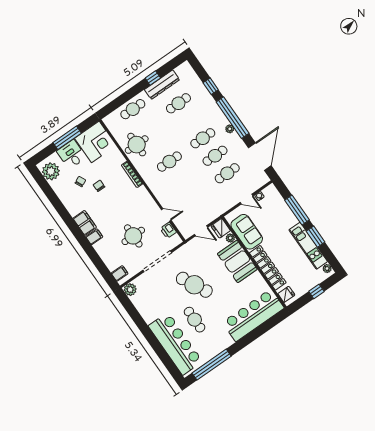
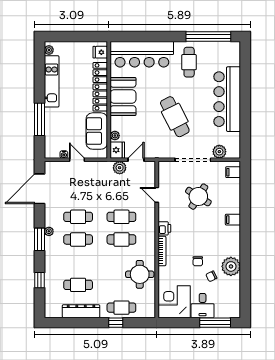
window: (153, 78) -> (116, 323), moved
window: (233, 118) -> (39, 239), width x0.47
window: (67, 138) -> (215, 323), moved
plant: (51, 171) -> (231, 266), moved
cafe table: (227, 173) -> (121, 217), moved
plant: (209, 216) -> (120, 168), added
filing cabinet: (85, 223) -> (233, 238), removed
printer: (168, 230) -> (164, 228), moved
door: (201, 231) -> (136, 160), hinge flipped
round table: (133, 236) -> (198, 197), turned 32
window: (316, 237) -> (39, 85), removed
booth: (237, 261) -> (123, 97), moved
plant: (130, 290) -> (219, 152), moved
window: (316, 291) -> (72, 36), removed
cafe table: (195, 320) -> (189, 62), moved
bar counter: (175, 344) -> (227, 99), moved

